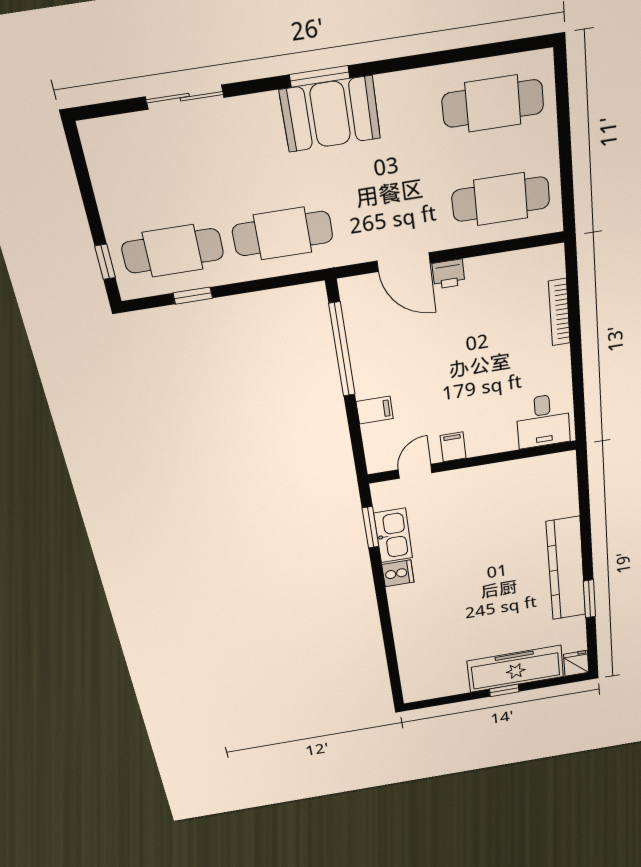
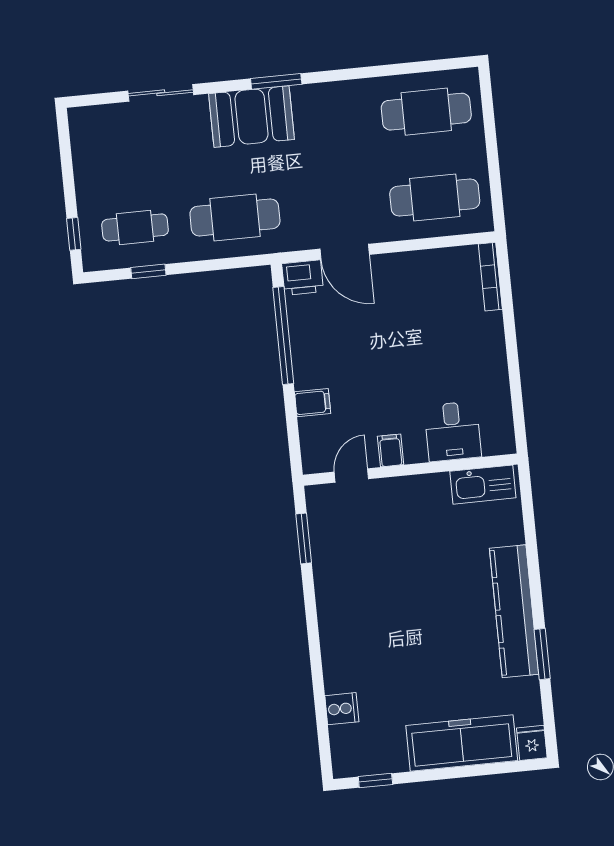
booth: (330, 114) -> (252, 117), moved
cafe table: (173, 251) -> (135, 227), width x0.73, depth x0.74
printer: (449, 274) -> (303, 278), moved, width x1.36, depth x1.24
bookcase: (559, 312) -> (490, 277), moved
desk: (543, 421) -> (453, 431), moved
kitchen sink: (393, 535) -> (483, 485), moved, turned 90
cooker: (398, 573) -> (342, 709), moved
window: (504, 690) -> (375, 780), moved

